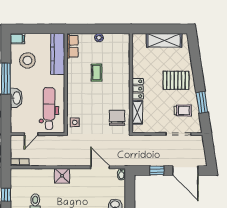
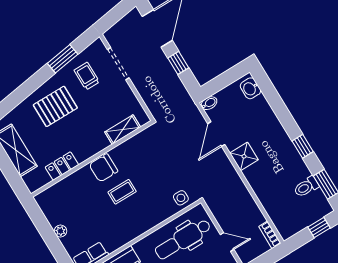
coffee table: (97, 73) -> (122, 192), moved
pallet: (176, 80) -> (55, 106), turned 90
locker: (138, 89) -> (62, 166), moved
chair: (117, 118) -> (103, 168), moved
shower: (62, 176) -> (244, 156), moved

